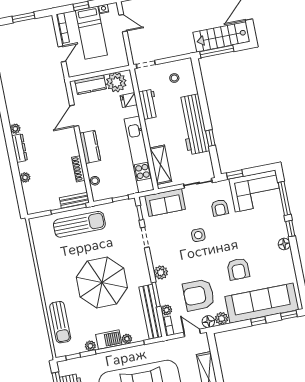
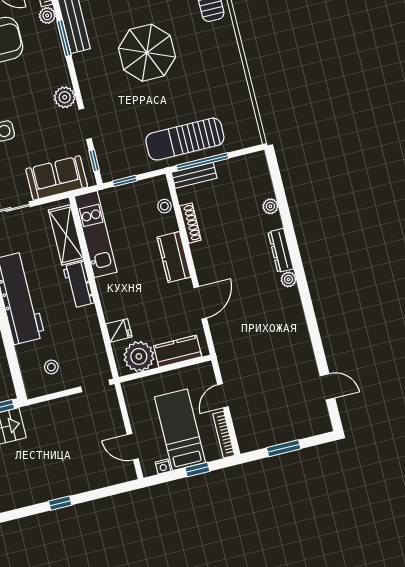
workbench: (148, 104) -> (79, 285), moved
kitchen unit: (139, 154) -> (96, 234), width x0.73
plant: (161, 273) -> (65, 97), moved
parasol: (102, 282) -> (147, 53), width x0.73, depth x0.73

